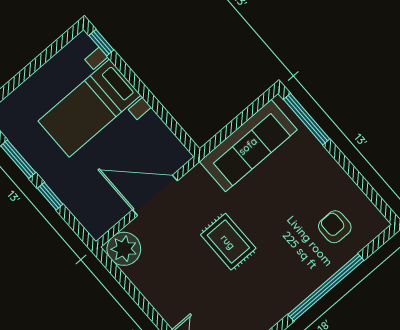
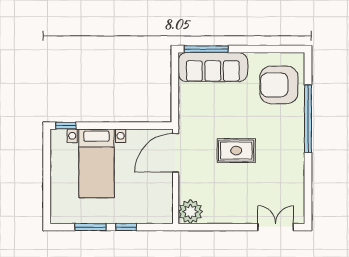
sofa: (248, 146) -> (213, 67), moved, turned 90
door: (155, 195) -> (176, 153), moved
armchair: (335, 227) -> (279, 85), width x1.88, depth x1.88

